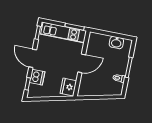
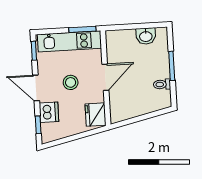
stool: (57, 61) -> (71, 82), added

